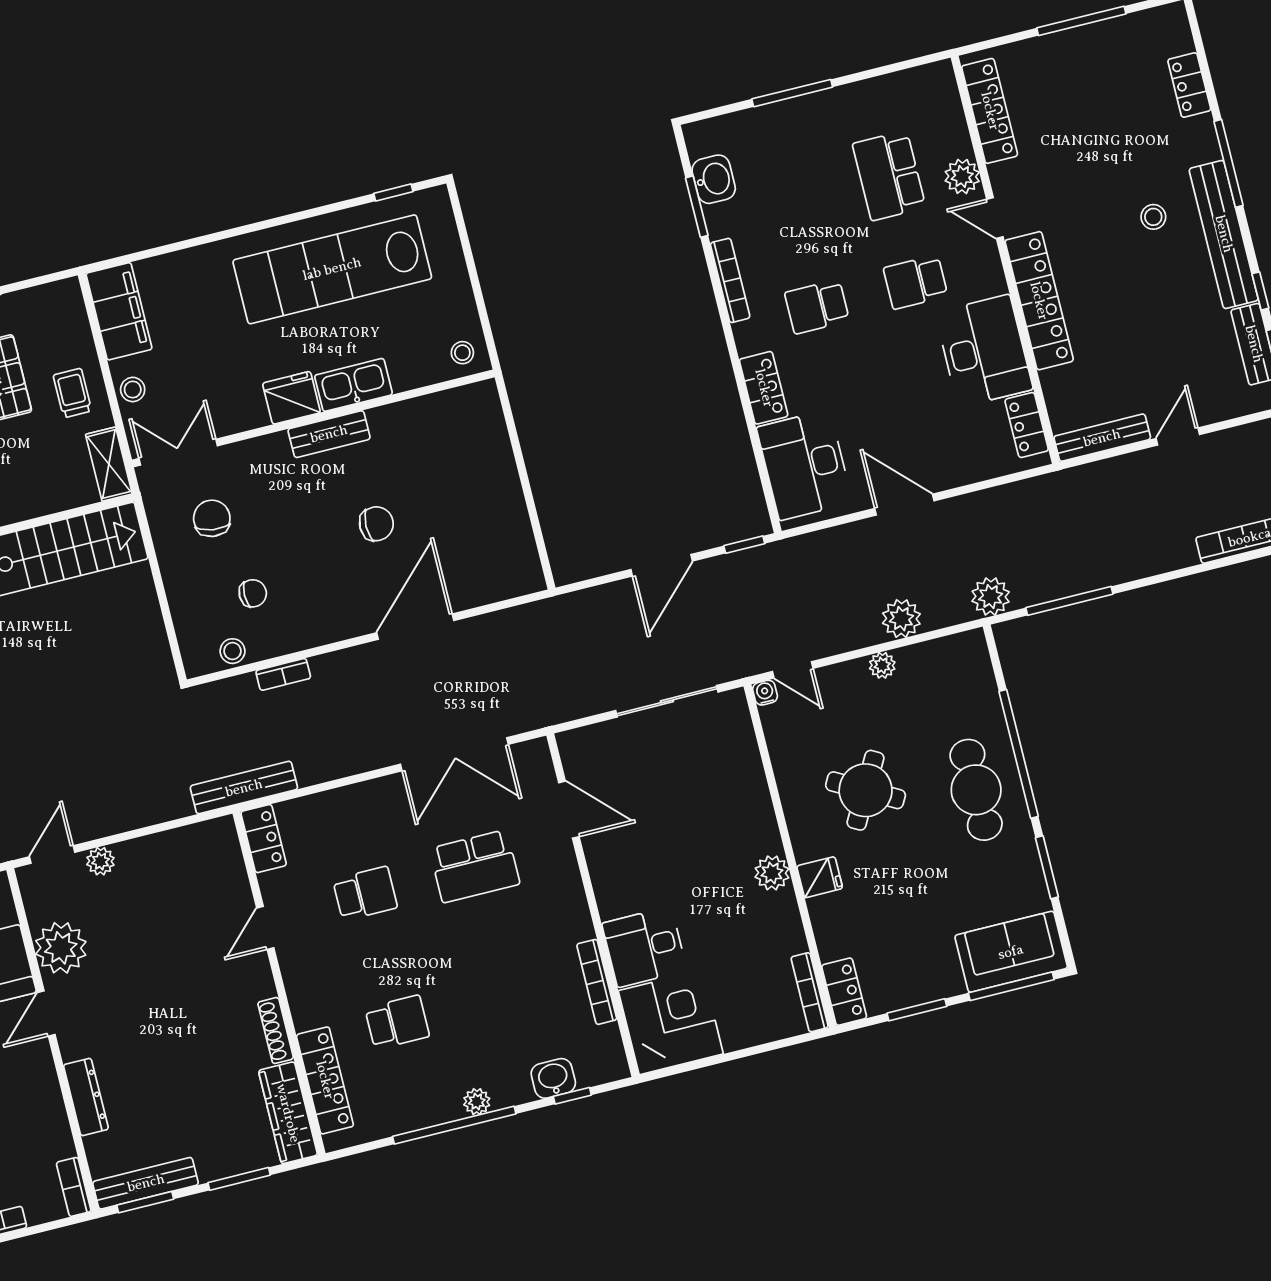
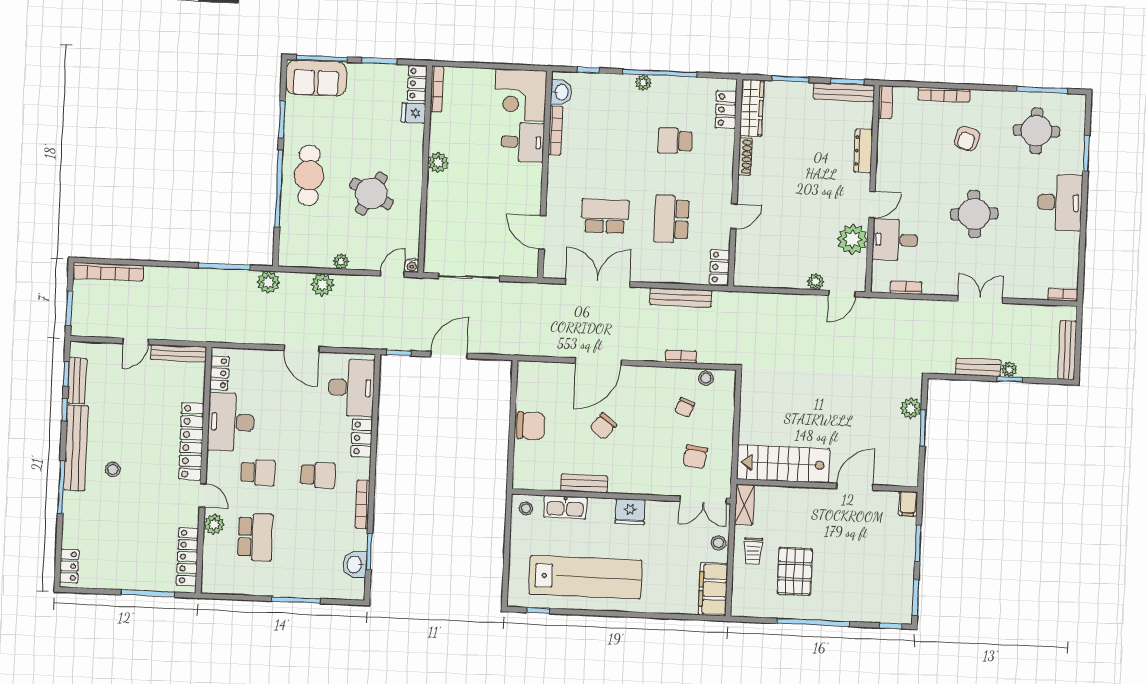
window: (1081, 21) -> (148, 593), moved
locker: (1189, 85) -> (69, 566), moved
kitchen sink: (353, 385) -> (565, 507), moved
bench: (329, 434) -> (584, 483), moved
chair: (494, 490) -> (531, 426), added
chair: (376, 524) -> (603, 426), turned -52
chair: (253, 593) -> (685, 408), turned -68
door: (793, 670) -> (392, 274), hinge flipped
bench: (244, 788) -> (681, 297), moved
fridge: (820, 877) -> (414, 113), moved
school desk: (365, 894) -> (672, 219), width x1.85
washbasin: (553, 1078) -> (561, 92), moved, turned -90
locker: (325, 1080) -> (726, 110), width x0.66

